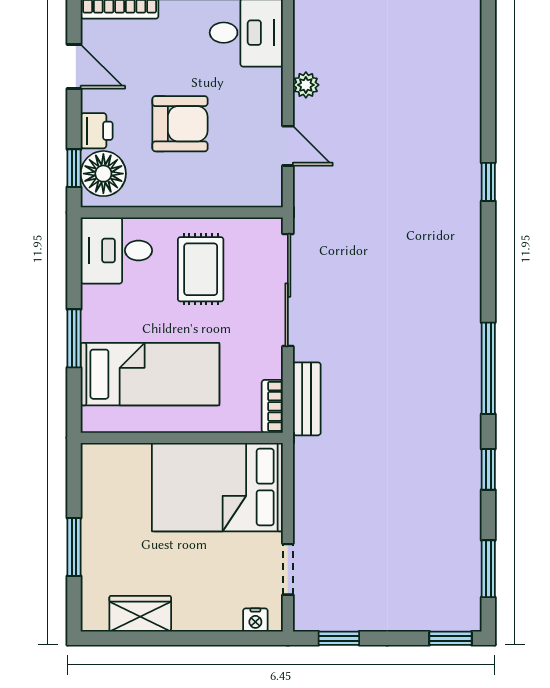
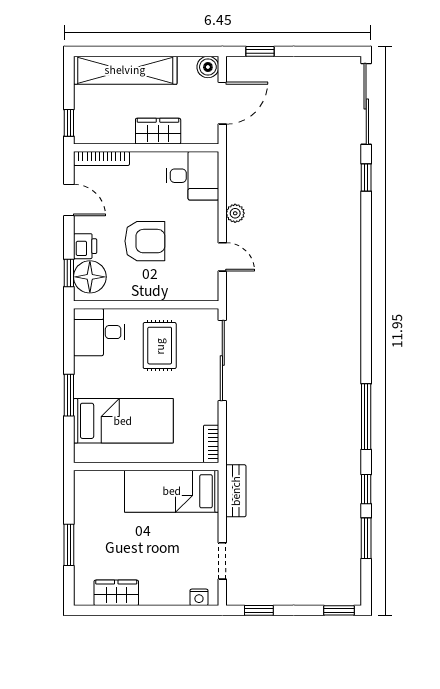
window: (488, 182) -> (366, 177), moved
bench: (307, 399) -> (236, 491), moved
bed: (217, 487) -> (172, 491), width x0.67
window: (488, 569) -> (366, 538), moved

